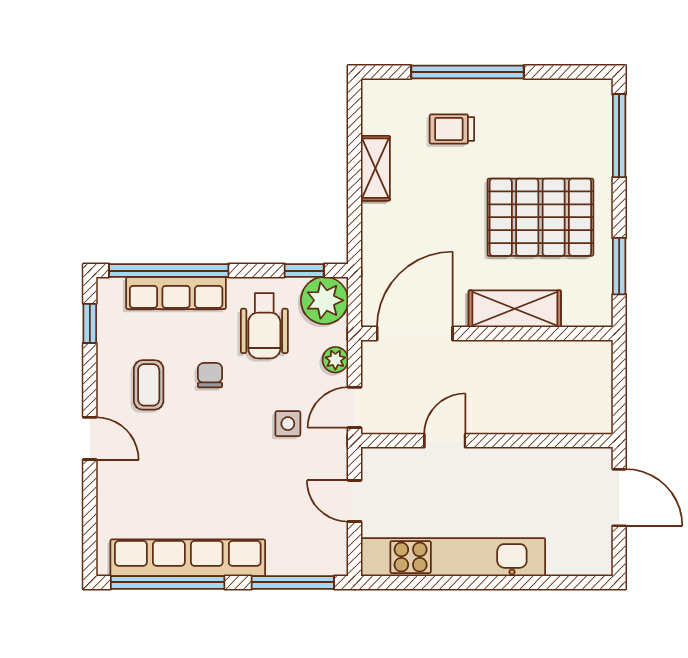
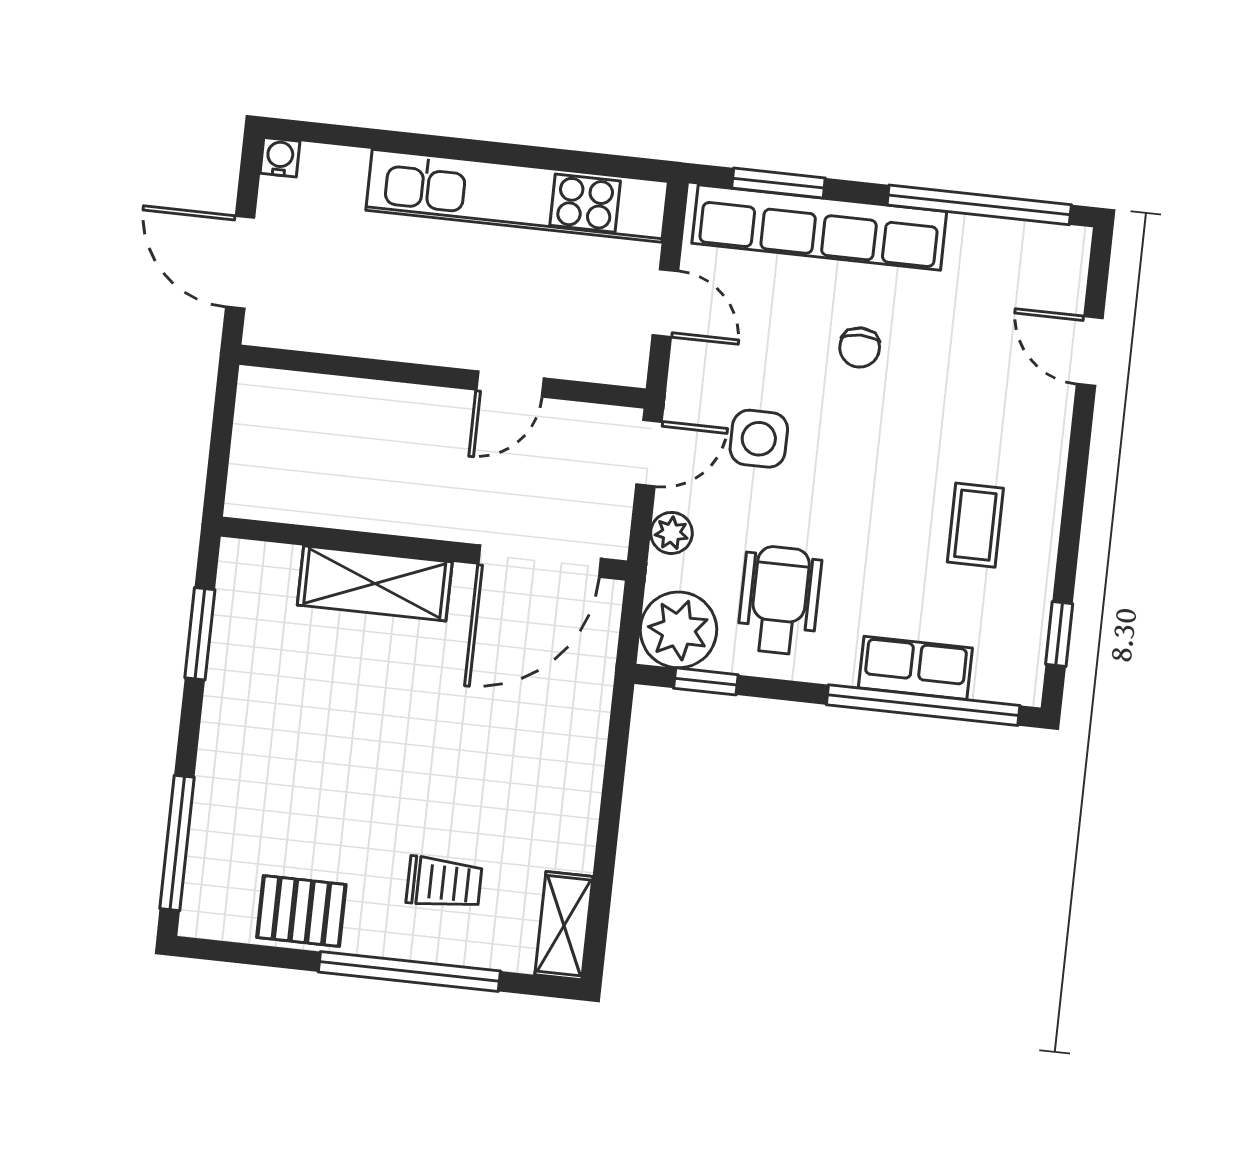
shelving: (375, 168) -> (564, 926), moved
pallet: (540, 217) -> (301, 911), moved, width x0.49, depth x0.50
row of seats: (176, 293) -> (915, 668), width x0.68
chair: (210, 375) -> (860, 348), moved
side table: (288, 424) -> (759, 439), width x1.37, depth x1.37
door: (90, 438) -> (1090, 351), moved
row of seats: (188, 558) -> (819, 227), moved
water cooler: (602, 565) -> (280, 157), added
window: (293, 582) -> (778, 183), width x0.69

